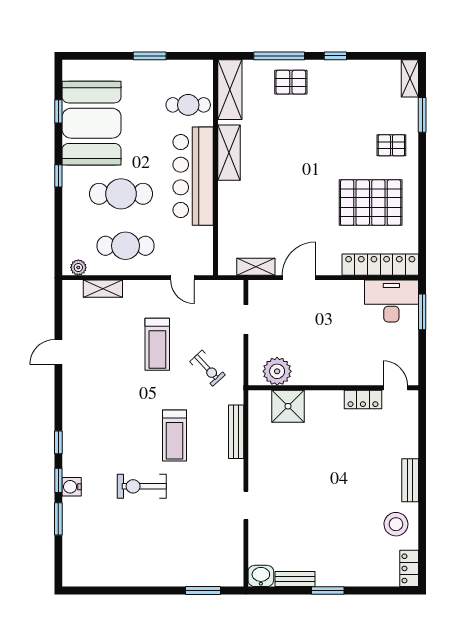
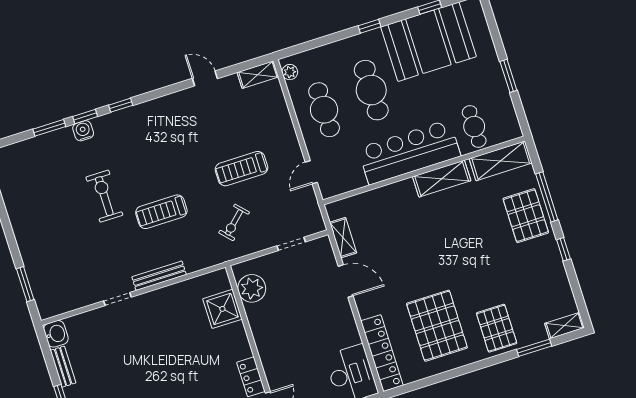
pallet: (291, 82) -> (526, 216), width x1.50, depth x1.42
pallet: (391, 145) -> (497, 328), width x1.50, depth x1.42
shelving: (103, 289) -> (258, 75), moved, turned 90
bench: (236, 432) -> (159, 276), moved

